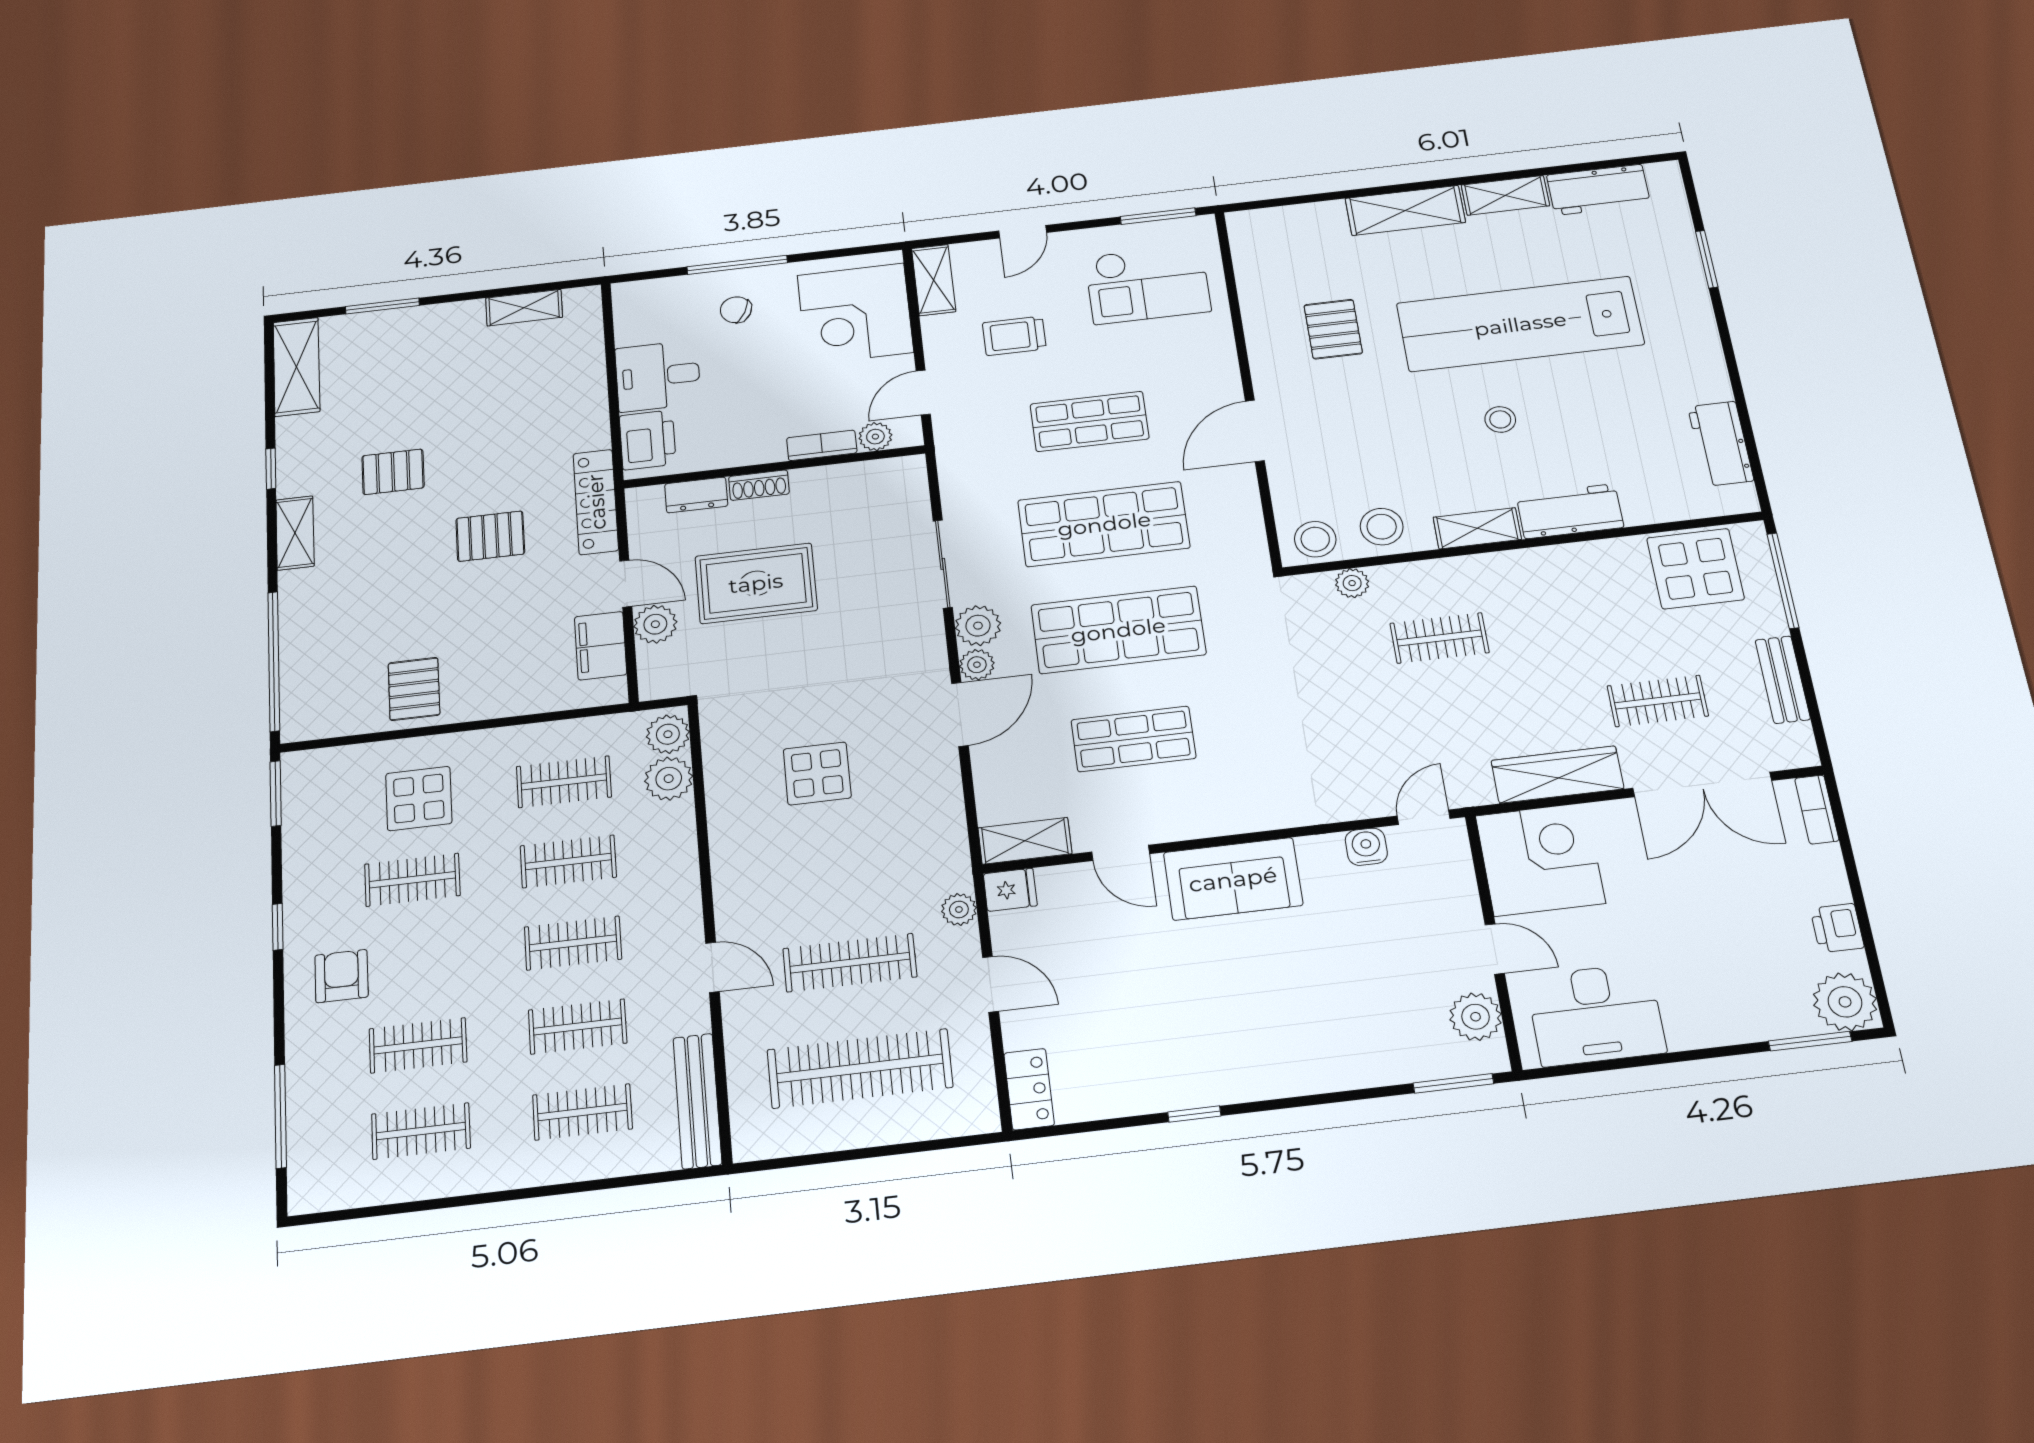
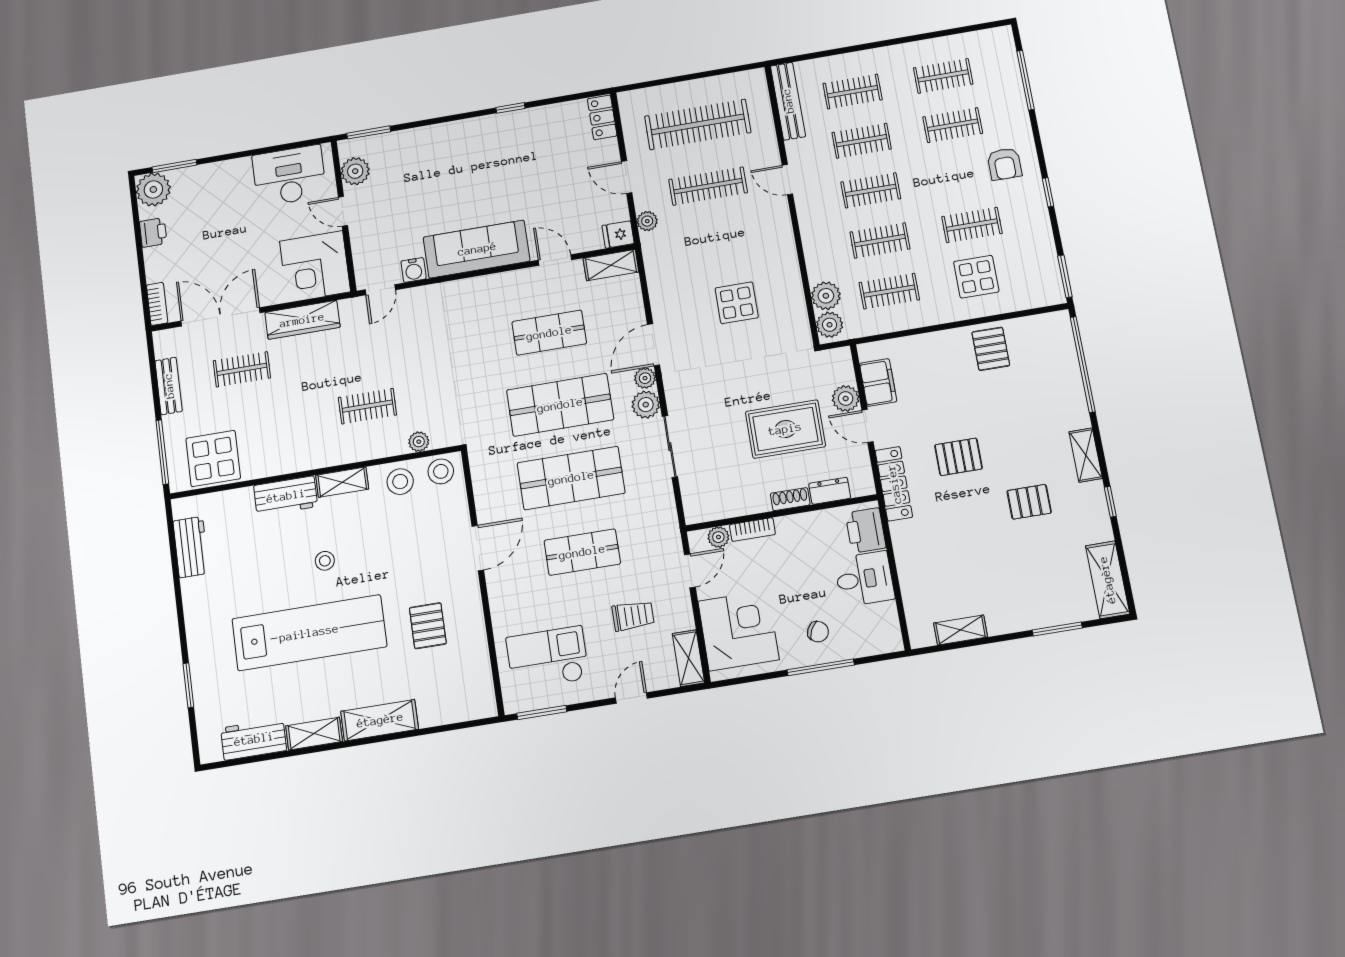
sofa: (1233, 879) -> (477, 249), width x1.36

